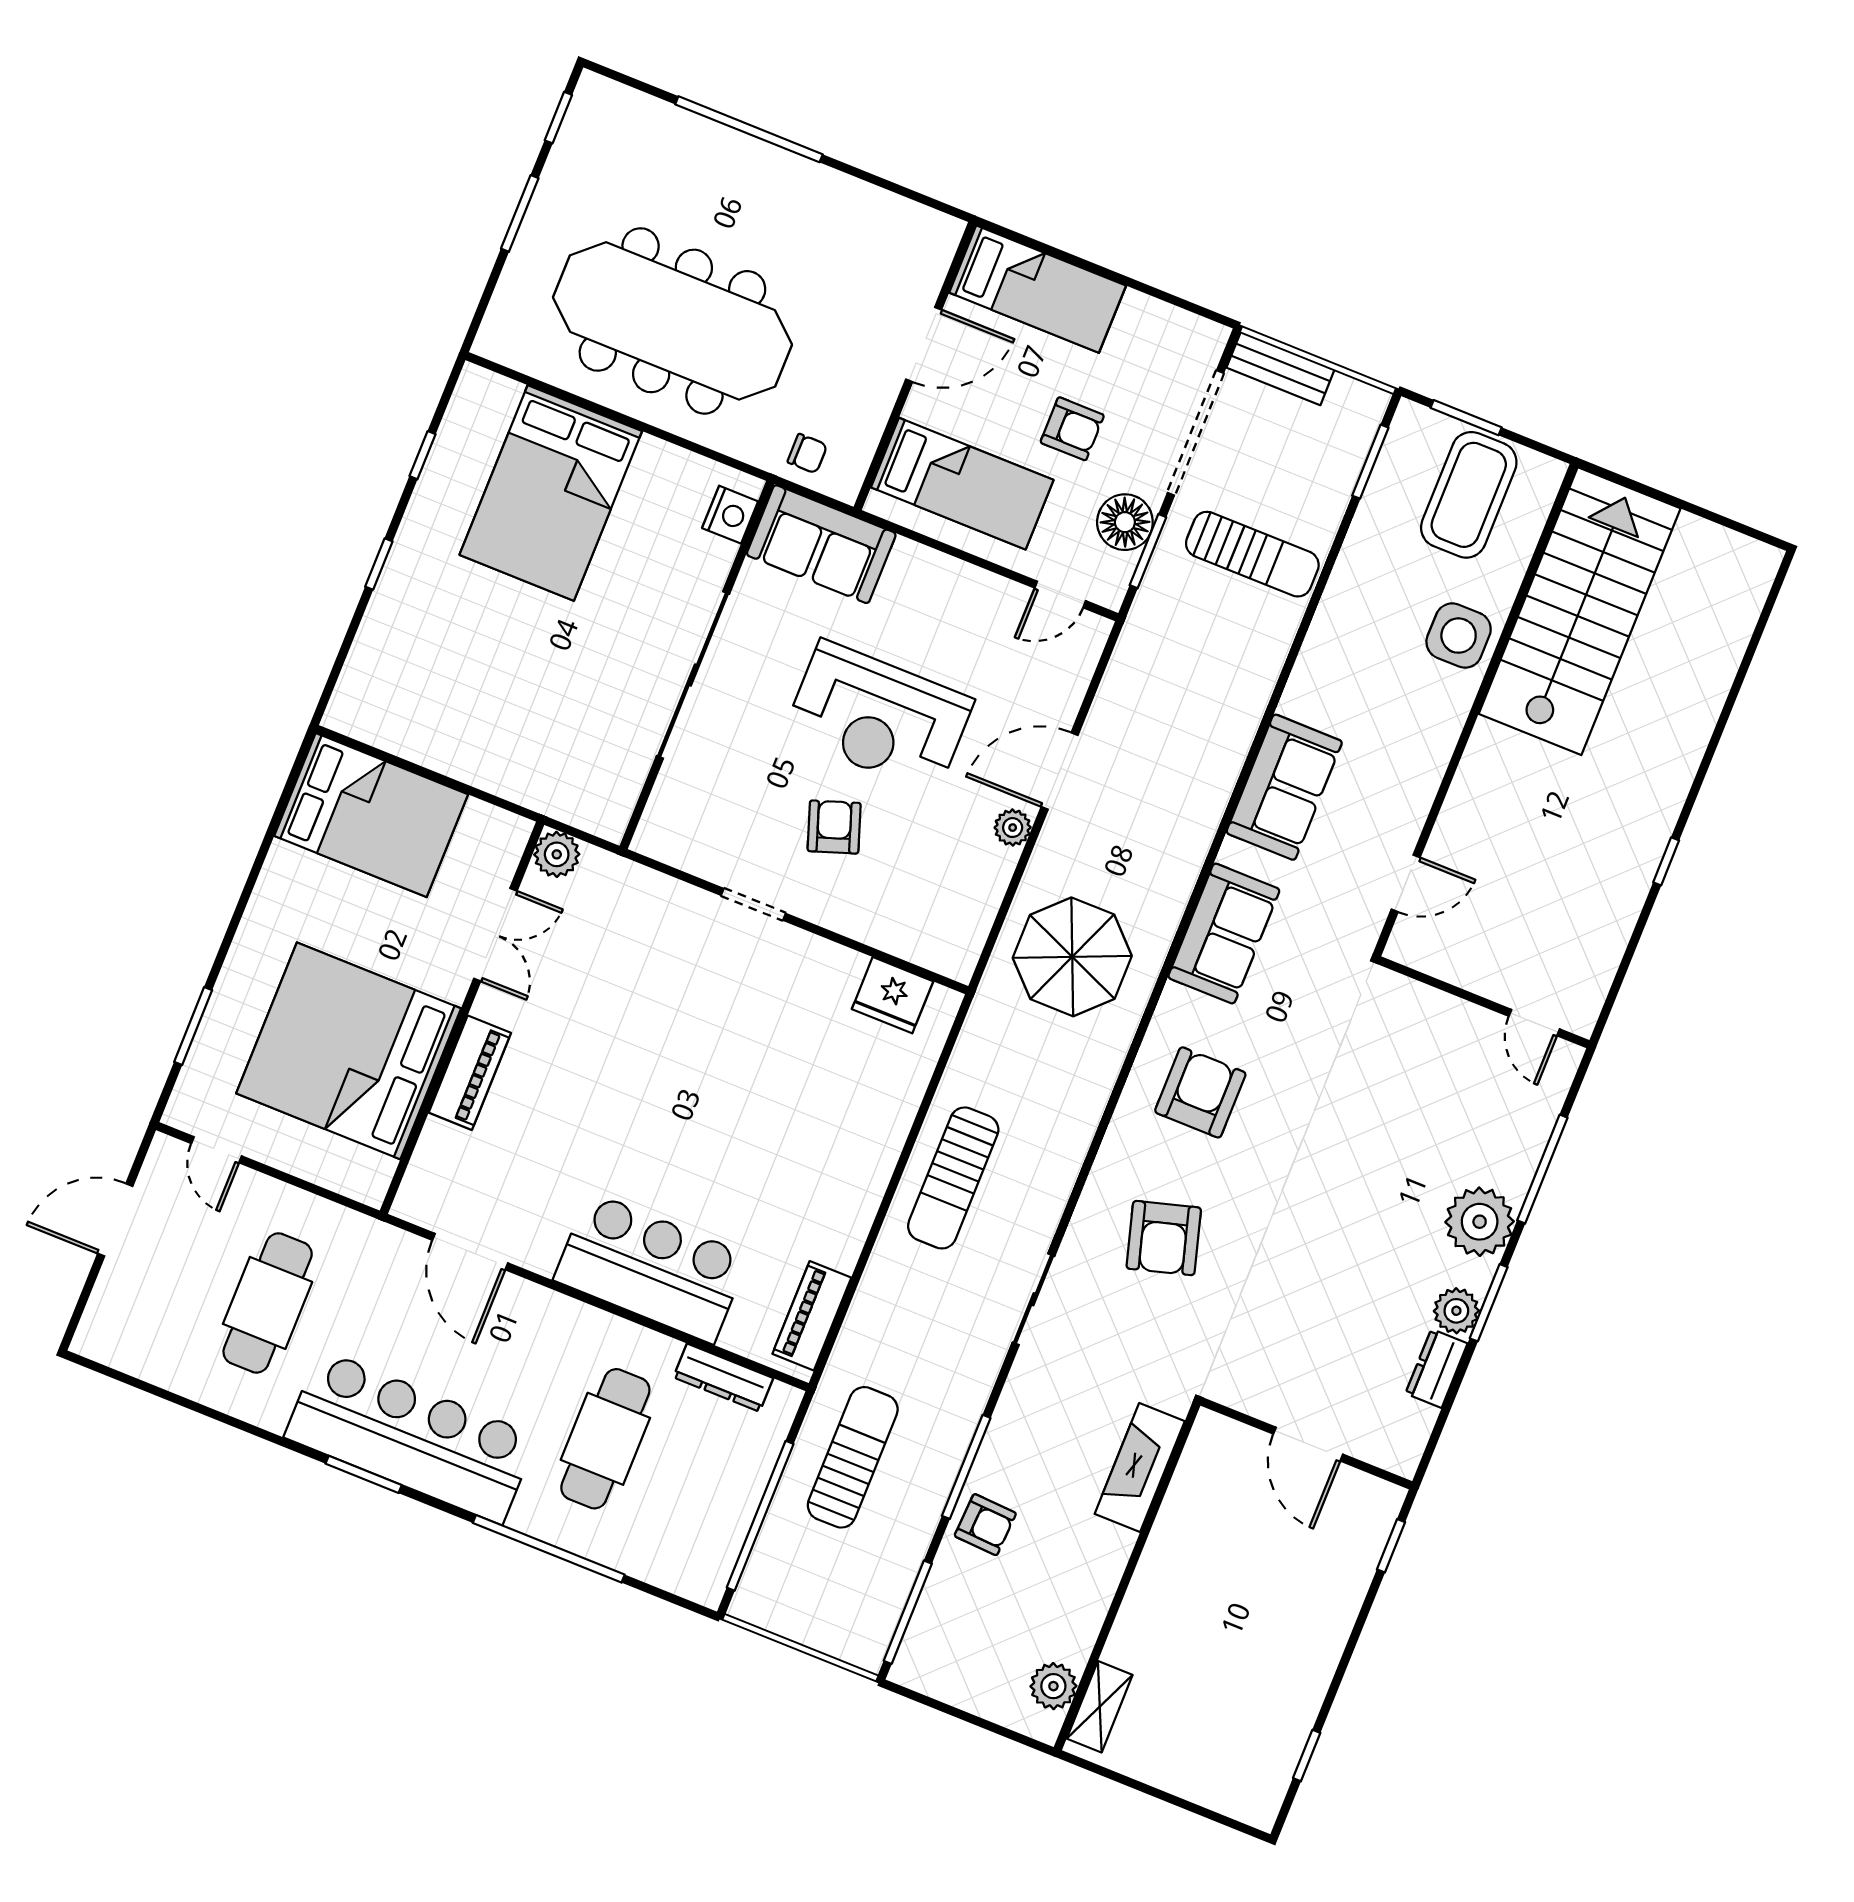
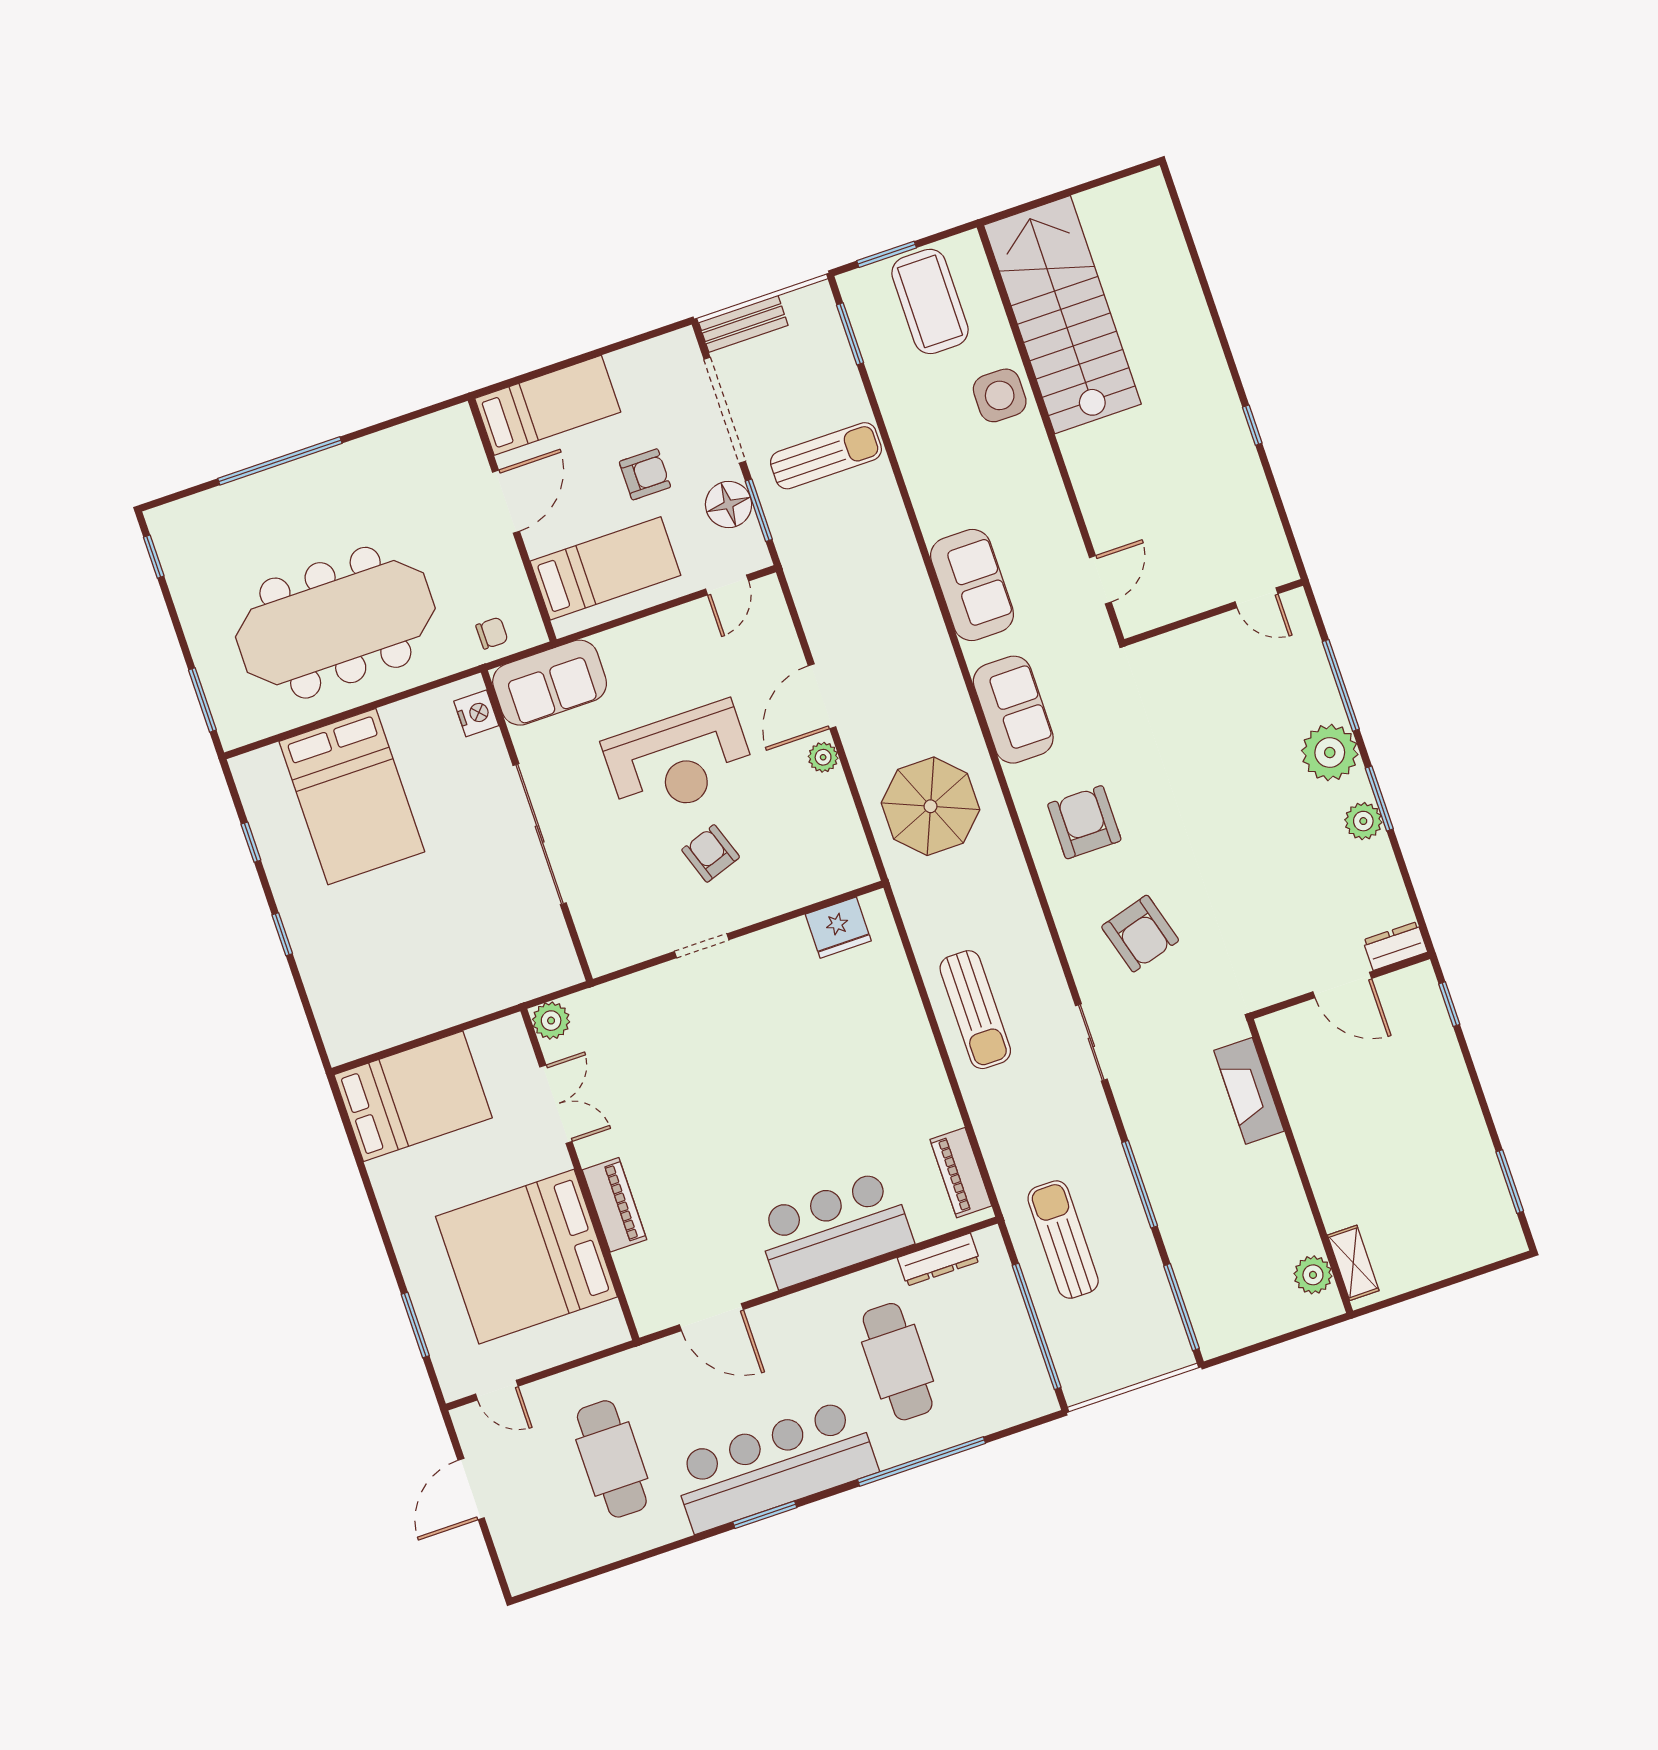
window: (520, 213) -> (202, 700), moved
dresser: (1436, 1369) -> (1395, 946), moved, turned 90
armchair: (985, 1525) -> (1183, 1210), removed
window: (1307, 1756) -> (1510, 1182), width x1.50

